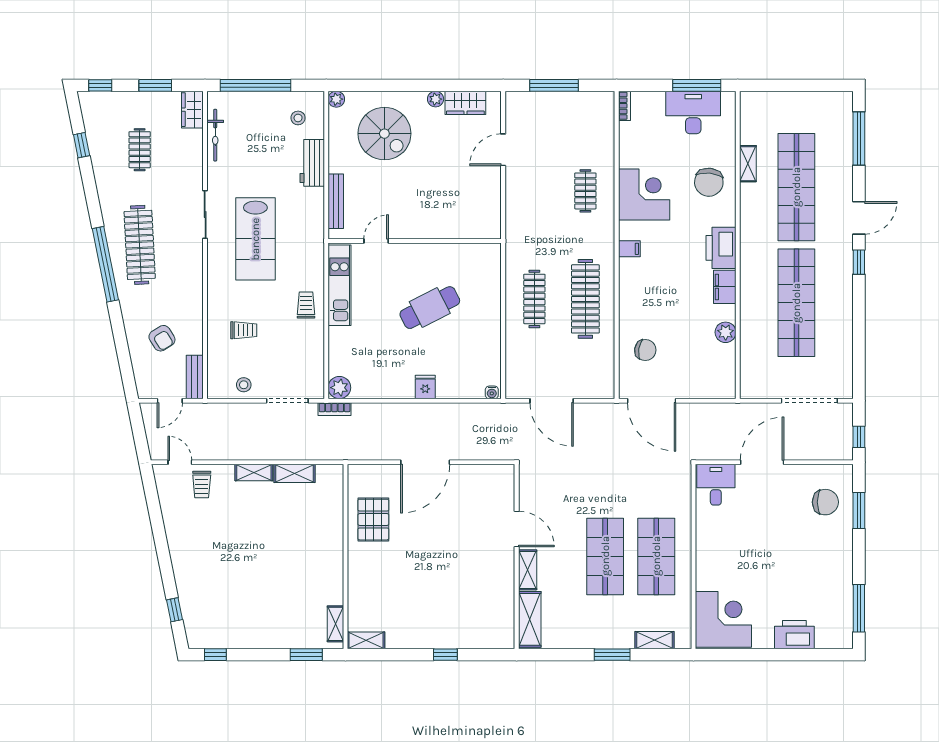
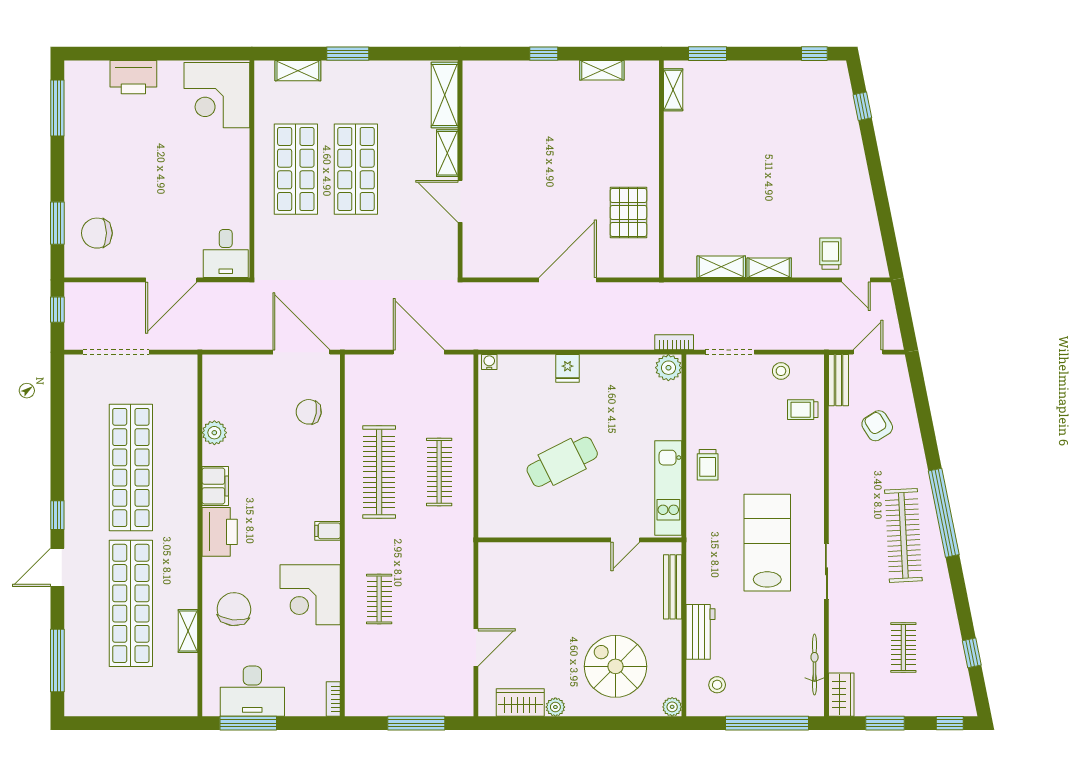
trolley: (244, 330) -> (803, 410), moved
shelving: (366, 640) -> (602, 70), moved

